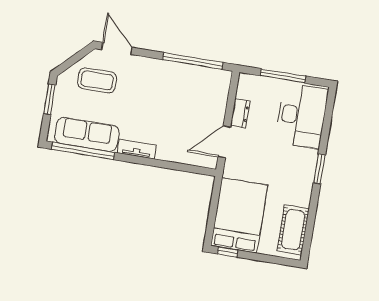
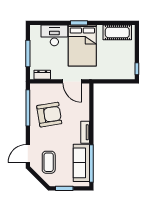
armchair: (176, 94) -> (49, 115), added
dresser: (240, 113) -> (42, 75), moved
desk: (302, 116) -> (54, 35), width x0.73, depth x0.77
bed: (239, 215) -> (82, 46), moved, turned -90

